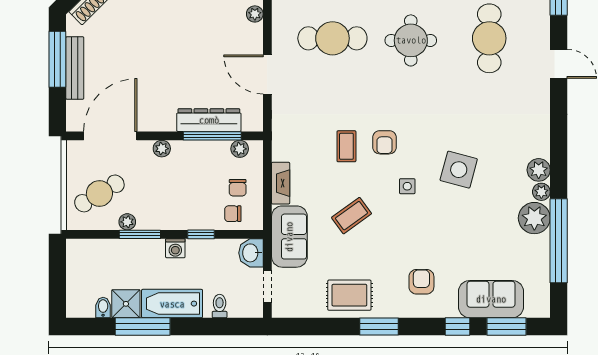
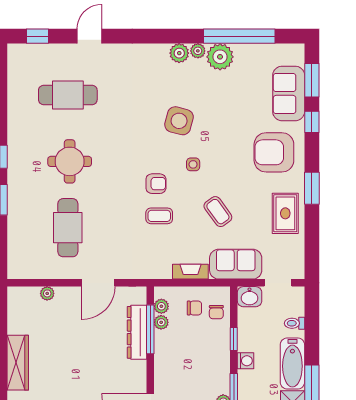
plant: (162, 149) -> (161, 322), moved
armchair: (421, 282) -> (274, 152), width x1.88, depth x1.88

